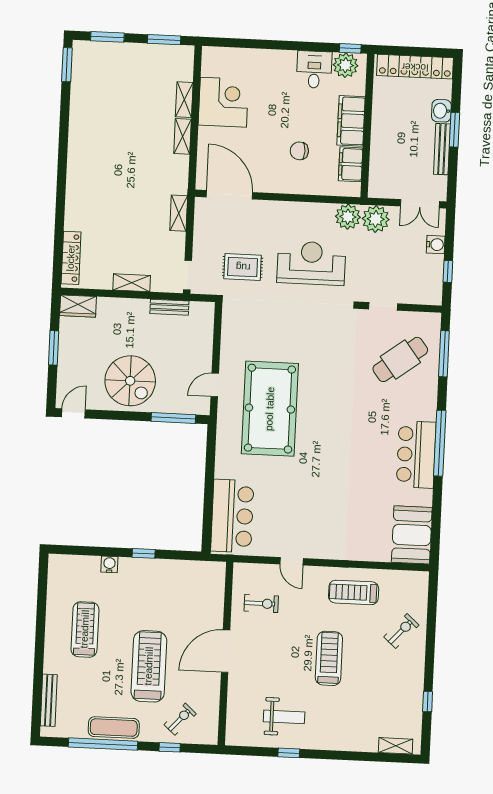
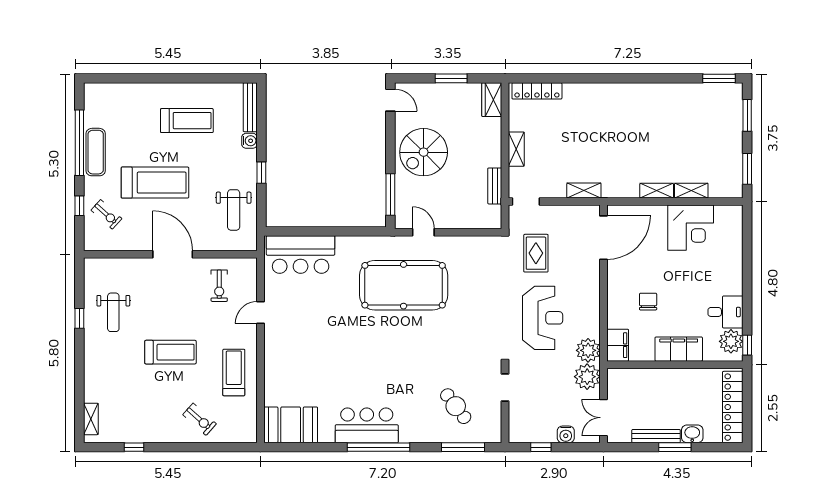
filing cabinet: (351, 164) -> (618, 345), moved, turned 90
cafe table: (400, 359) -> (456, 406), width x0.73, depth x0.74
weight bench: (182, 584) -> (234, 210), added
bench: (49, 700) -> (250, 107), moved, turned 90

